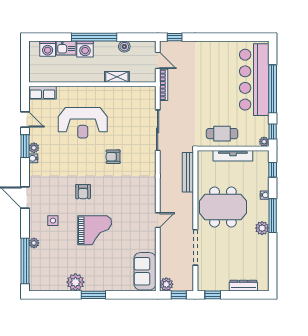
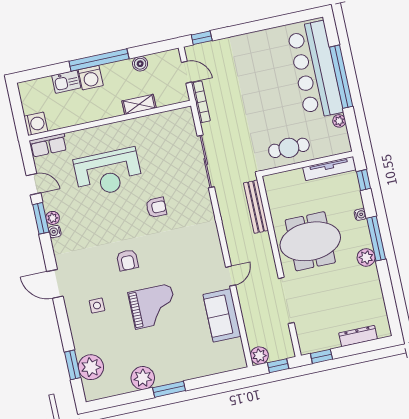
washing machine: (48, 49) -> (36, 124), moved, turned -90
window: (273, 132) -> (353, 131), removed
plant: (264, 142) -> (339, 121), moved
tv unit: (233, 156) -> (330, 169), moved
armchair: (113, 157) -> (156, 207), turned 180
plant: (34, 243) -> (91, 367), moved, width x1.88, depth x1.88
window: (25, 261) -> (73, 365), width x0.47
sofa: (145, 271) -> (222, 315), moved

